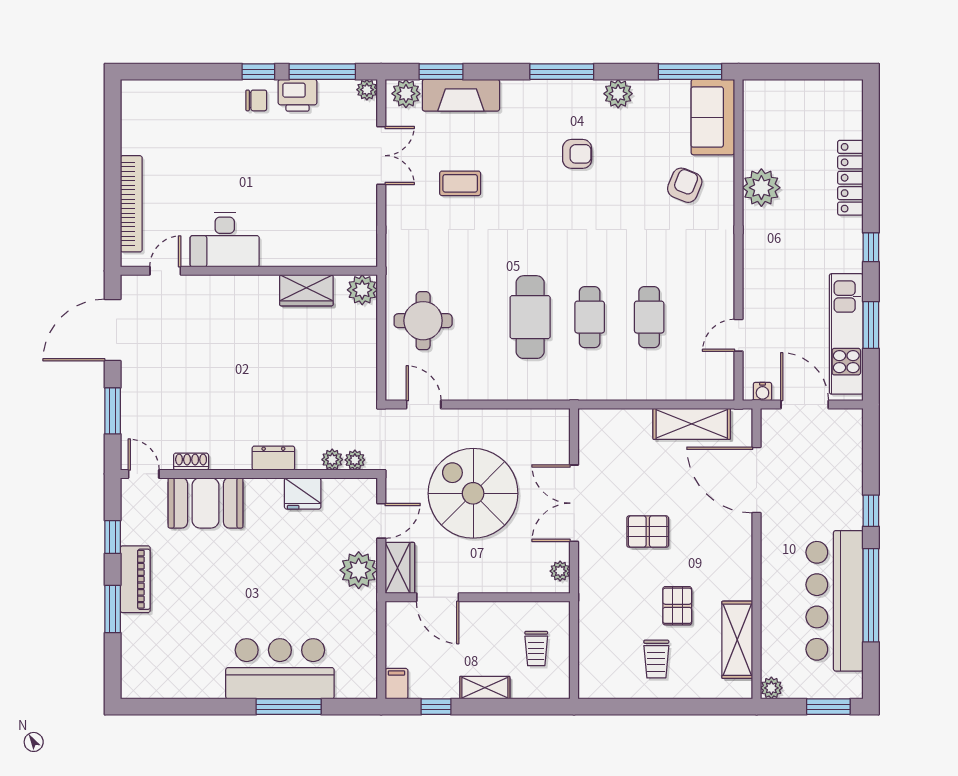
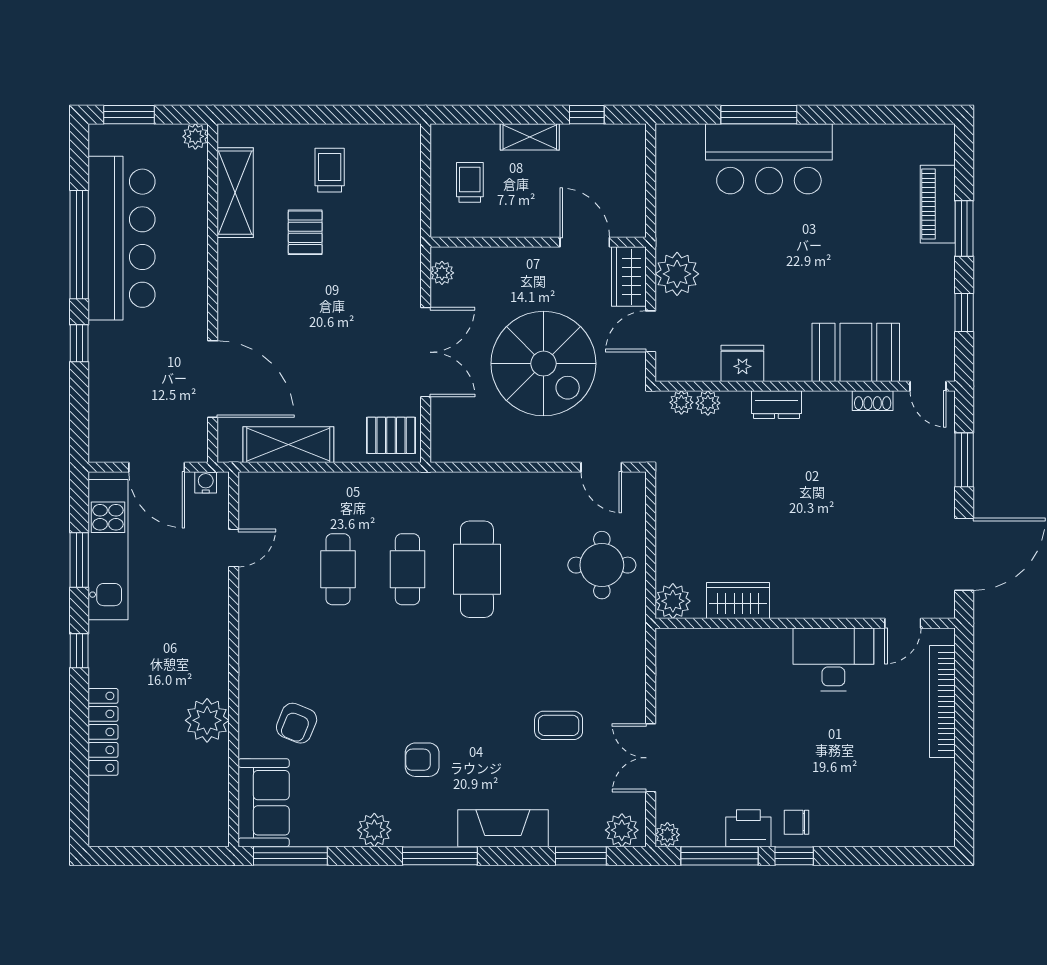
fireplace: (461, 95) -> (503, 828), moved
pallet: (648, 532) -> (391, 435), moved
piano: (135, 579) -> (938, 204), moved
filing cabinet: (396, 684) -> (633, 141), removed

